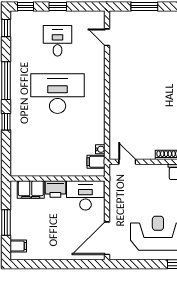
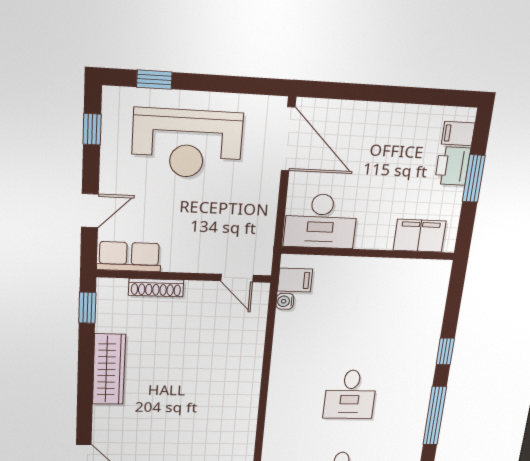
desk: (58, 94) -> (350, 394), width x0.53, depth x0.77
printer: (55, 189) -> (453, 166), moved, turned -90
door: (107, 238) -> (288, 139), hinge flipped

